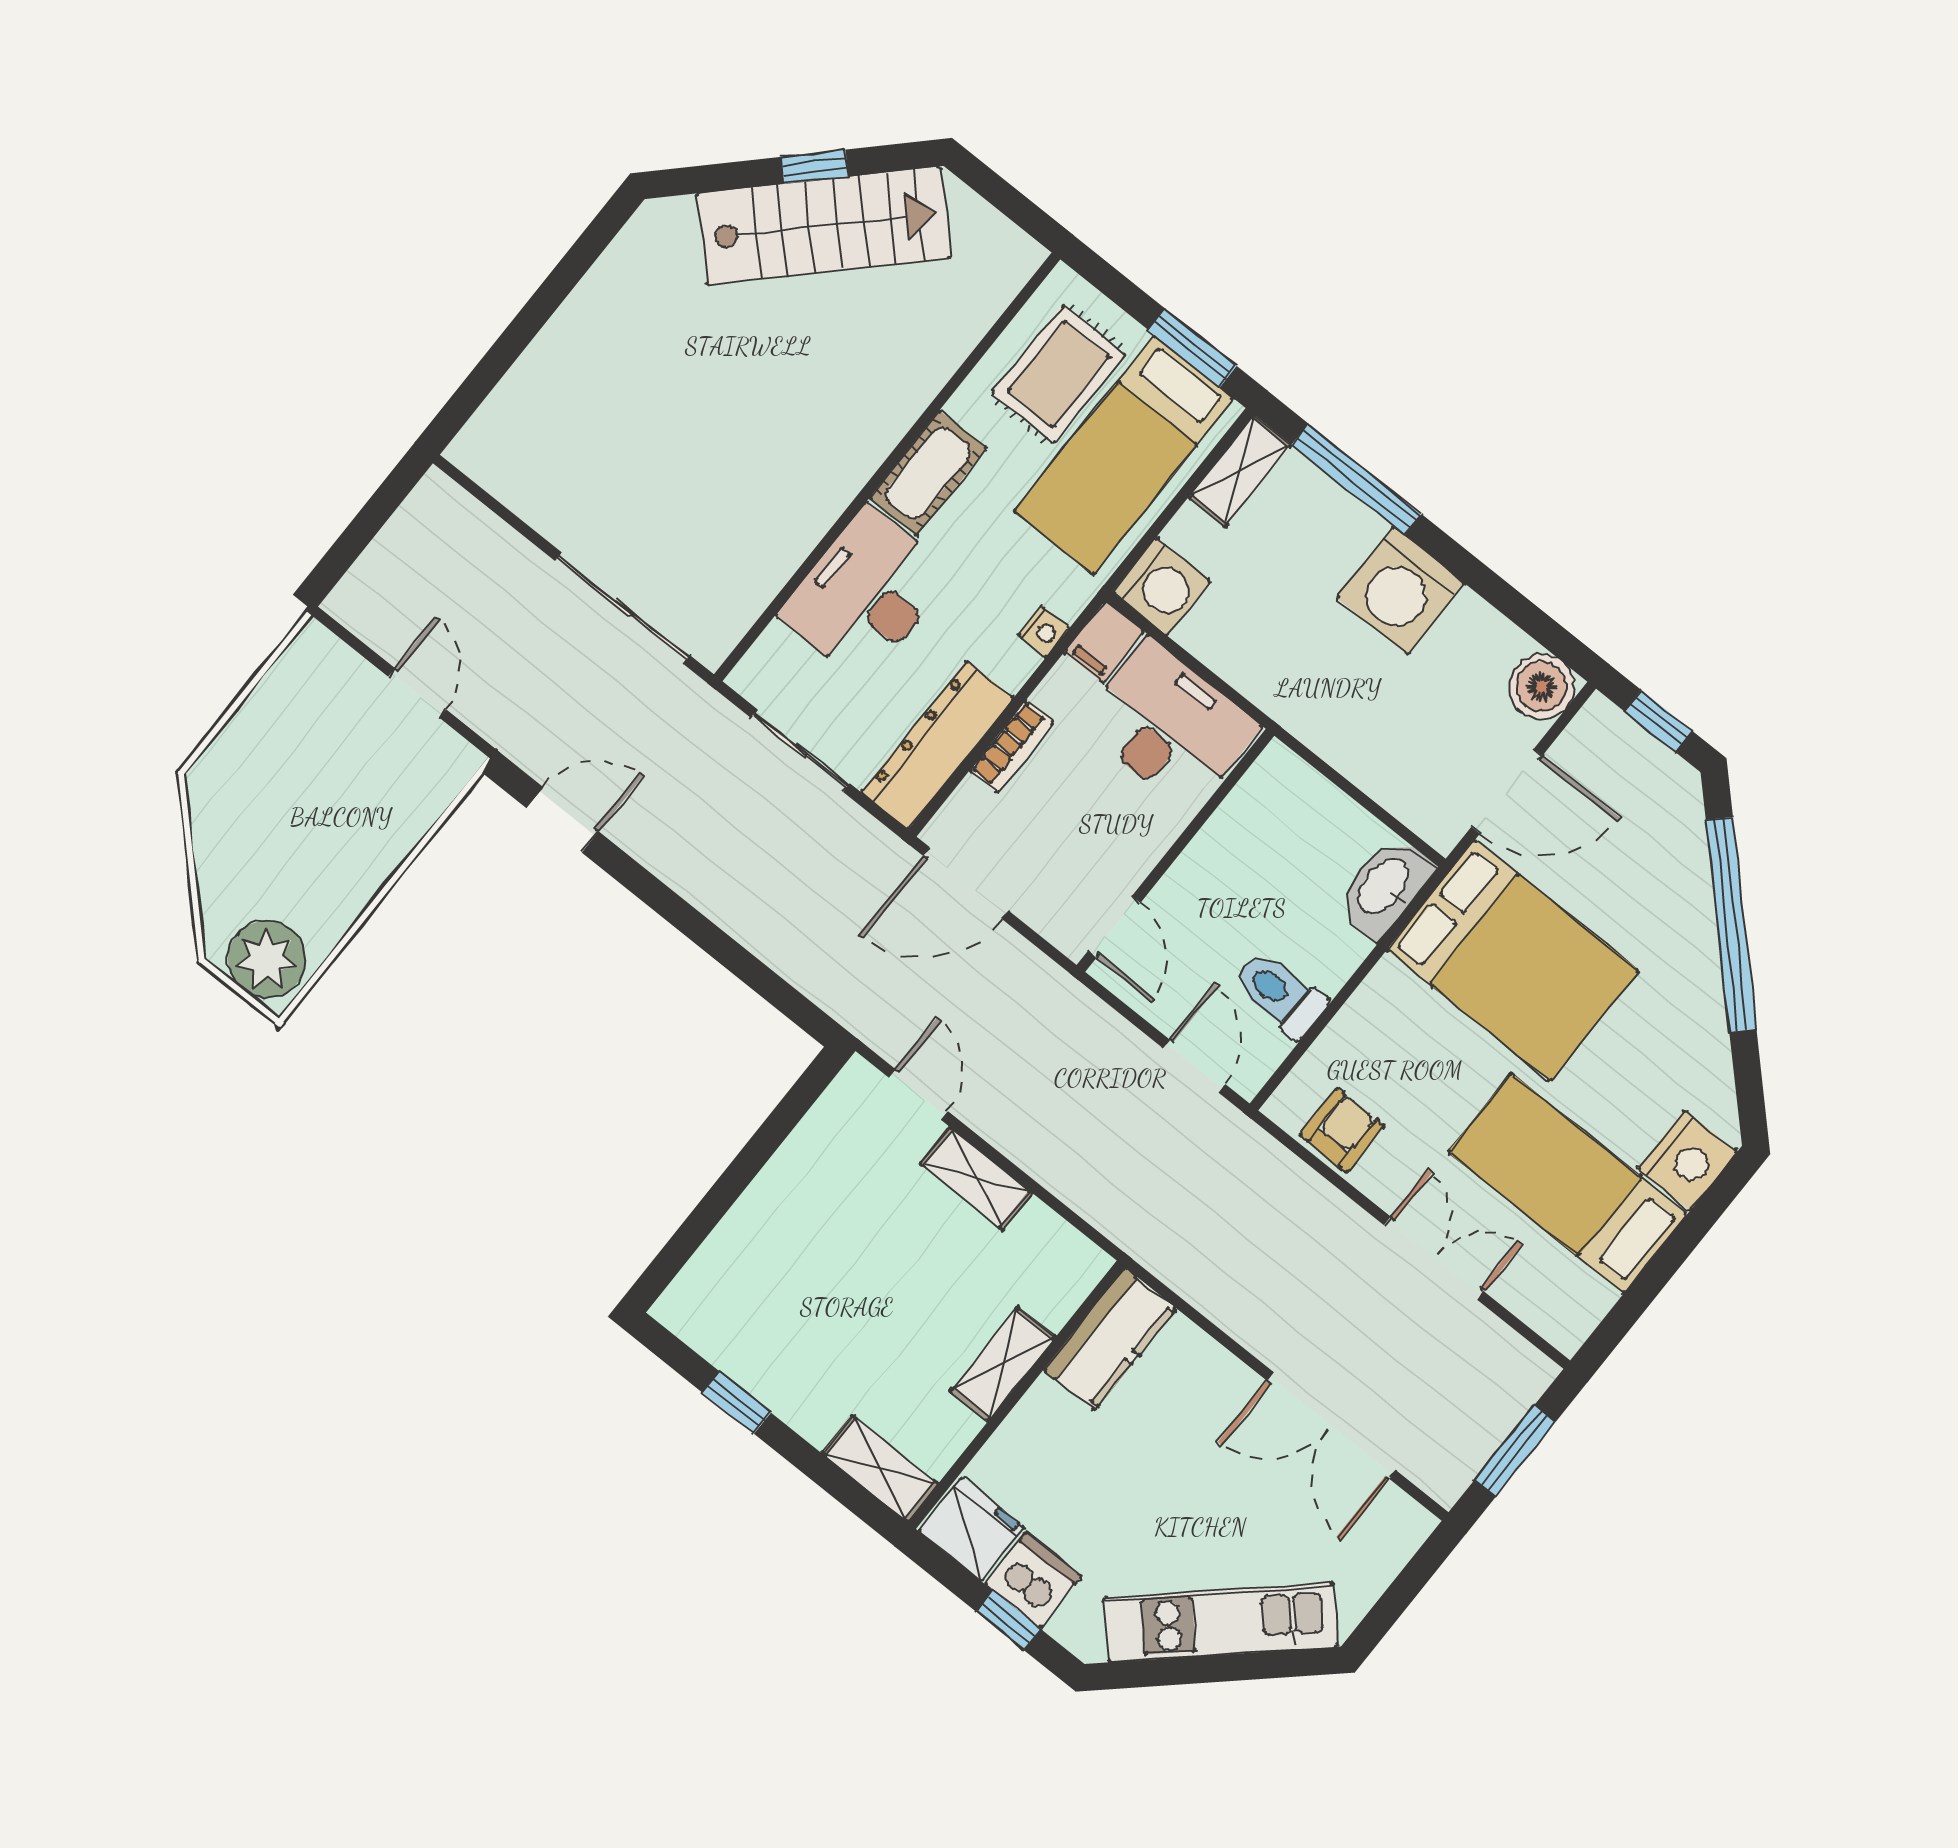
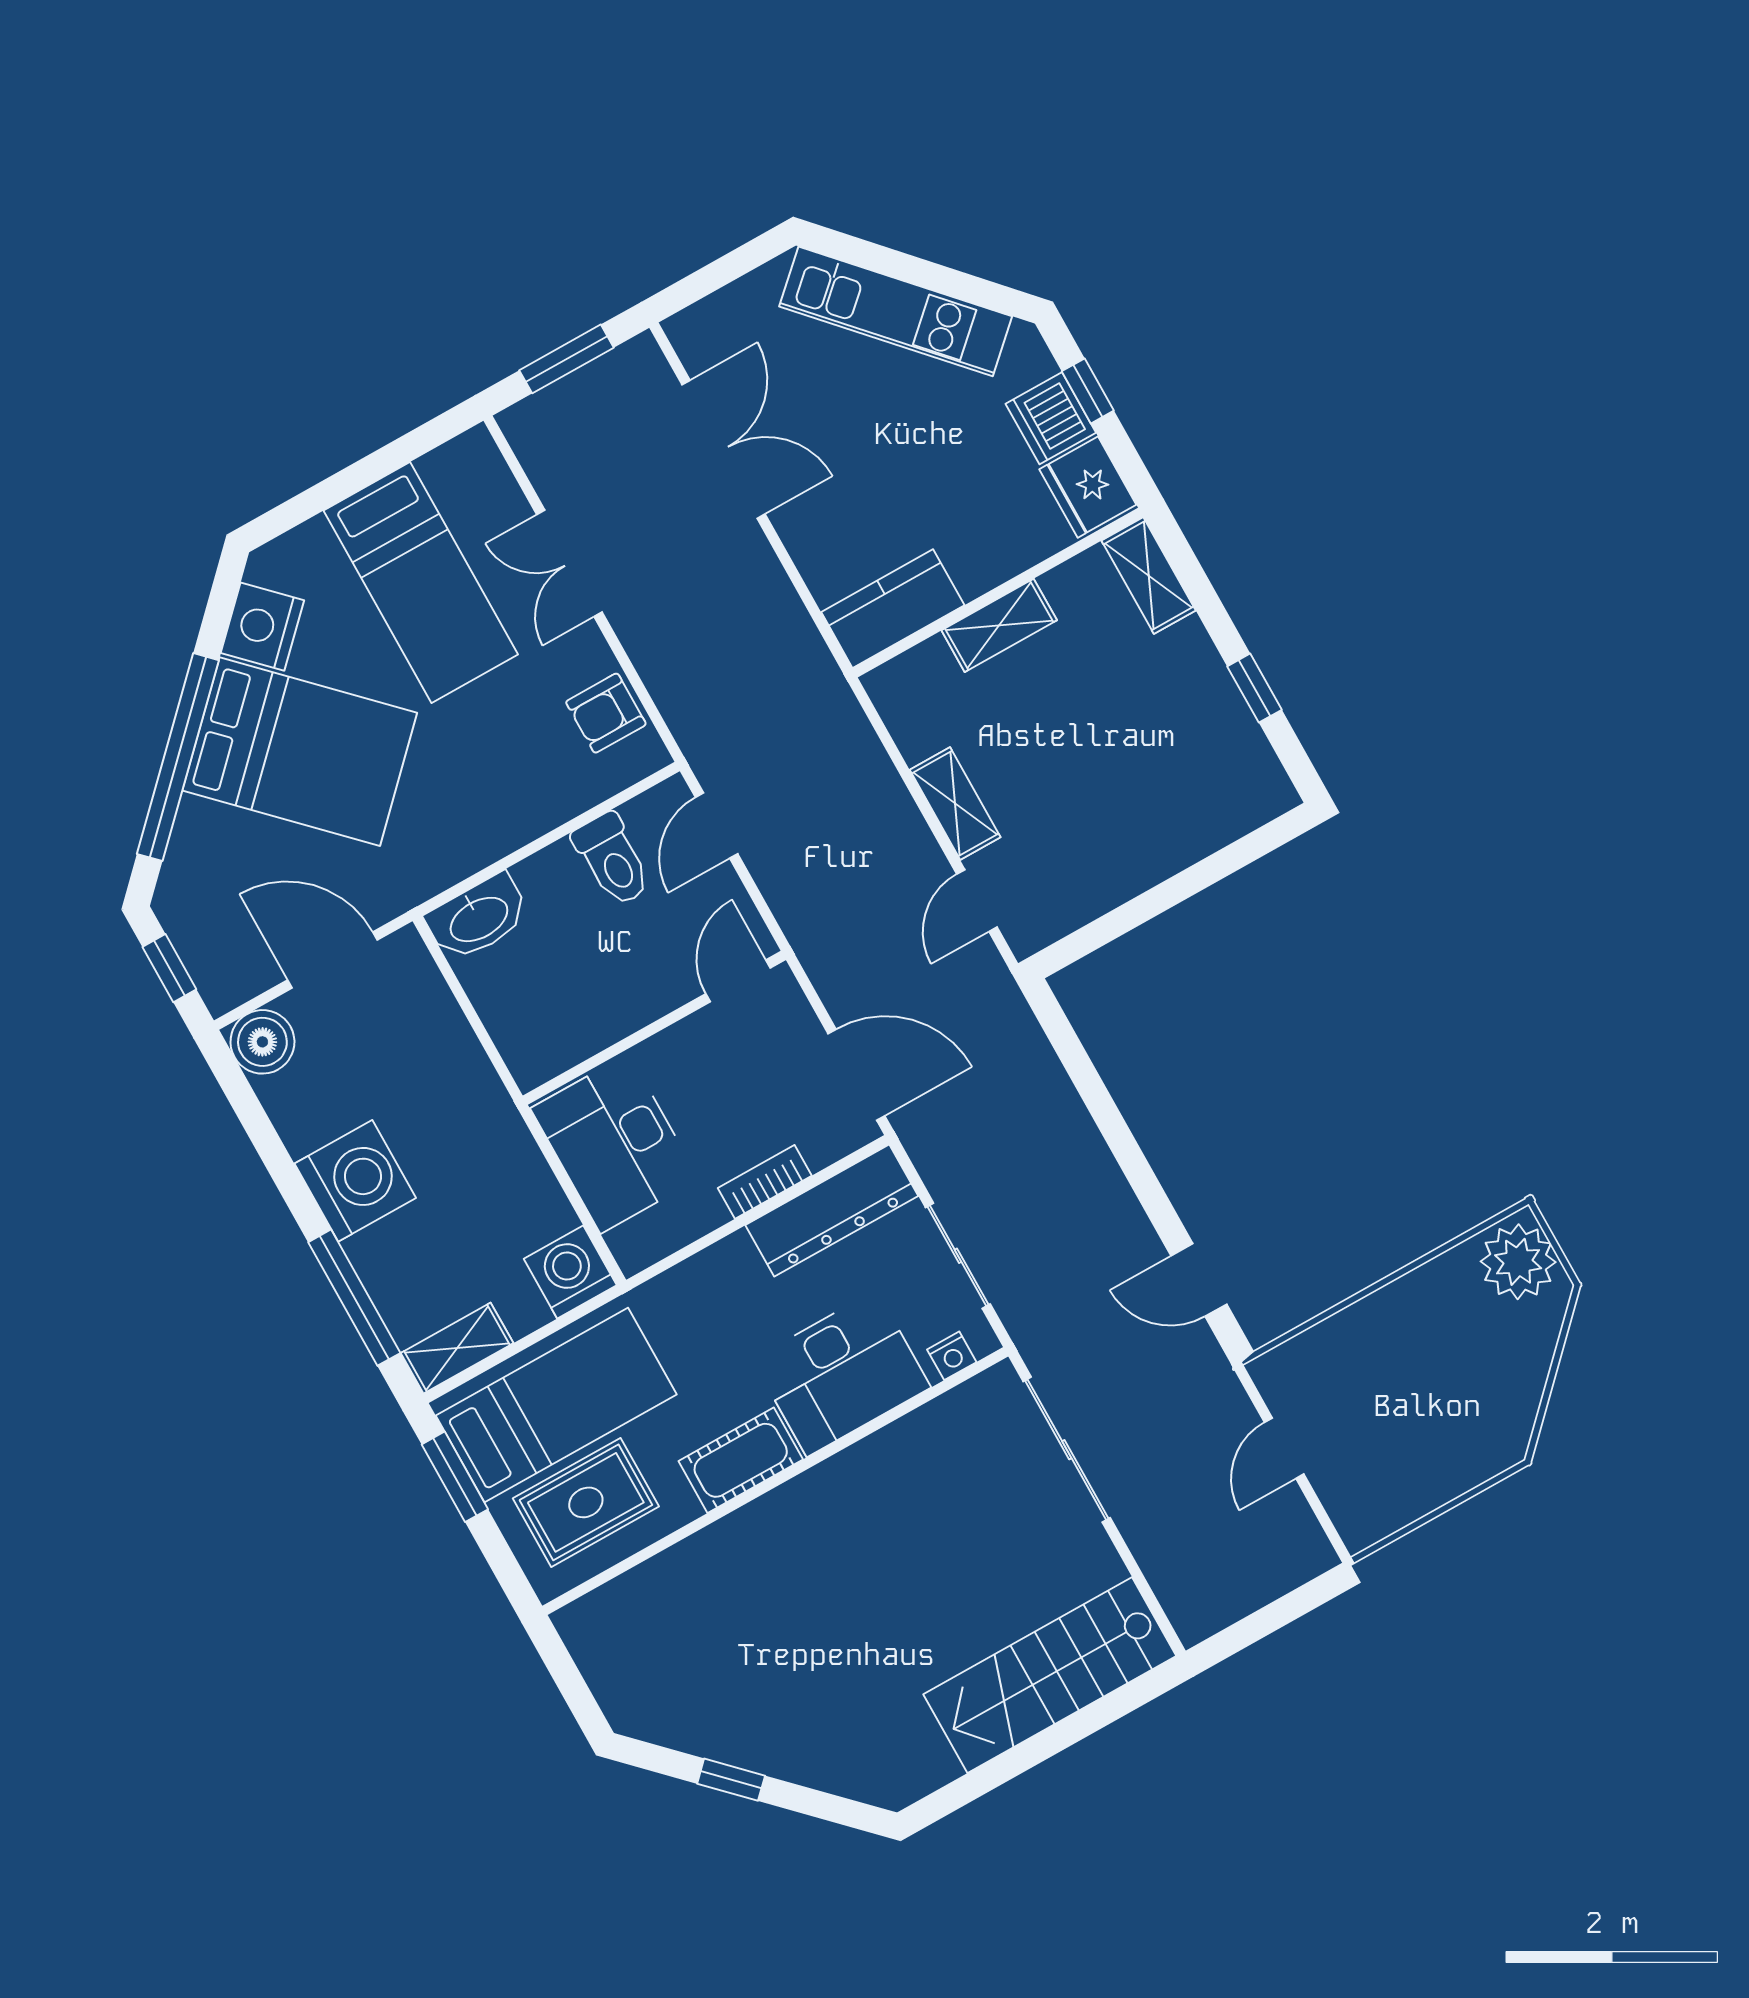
stairs: (824, 226) -> (1050, 1675), moved, turned -45
nightstand: (1044, 631) -> (952, 1356), moved, turned 180
filing cabinet: (1104, 642) -> (642, 1243), removed
bed: (1513, 960) -> (300, 752), moved, turned 135
nightstand: (1687, 1160) -> (262, 627), moved, turned -45

